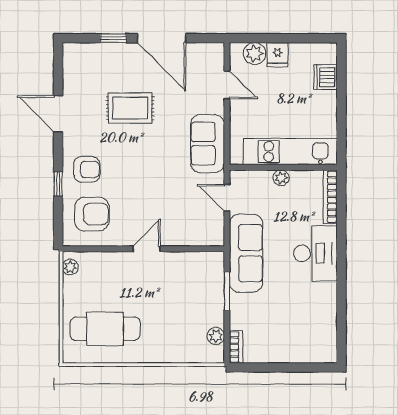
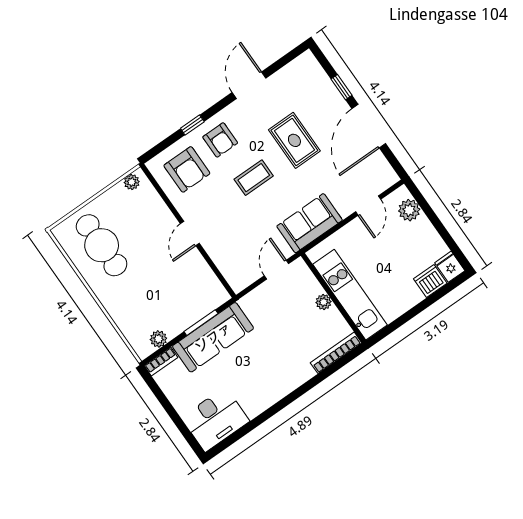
fridge: (278, 55) -> (450, 267), moved, turned 90
coffee table: (137, 163) -> (254, 178), added
door: (147, 249) -> (190, 233), swing flipped
sofa: (246, 253) -> (213, 337), moved
desk: (315, 253) -> (215, 419), moved

